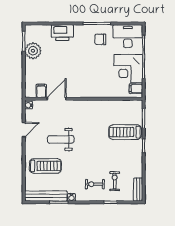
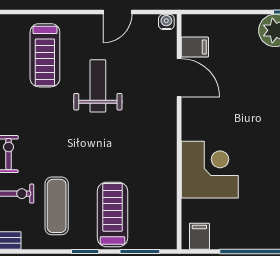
corner desk: (128, 69) -> (210, 170), moved, turned 90
door: (24, 130) -> (118, 12), hinge flipped
exercise mat: (121, 160) -> (57, 206), added

